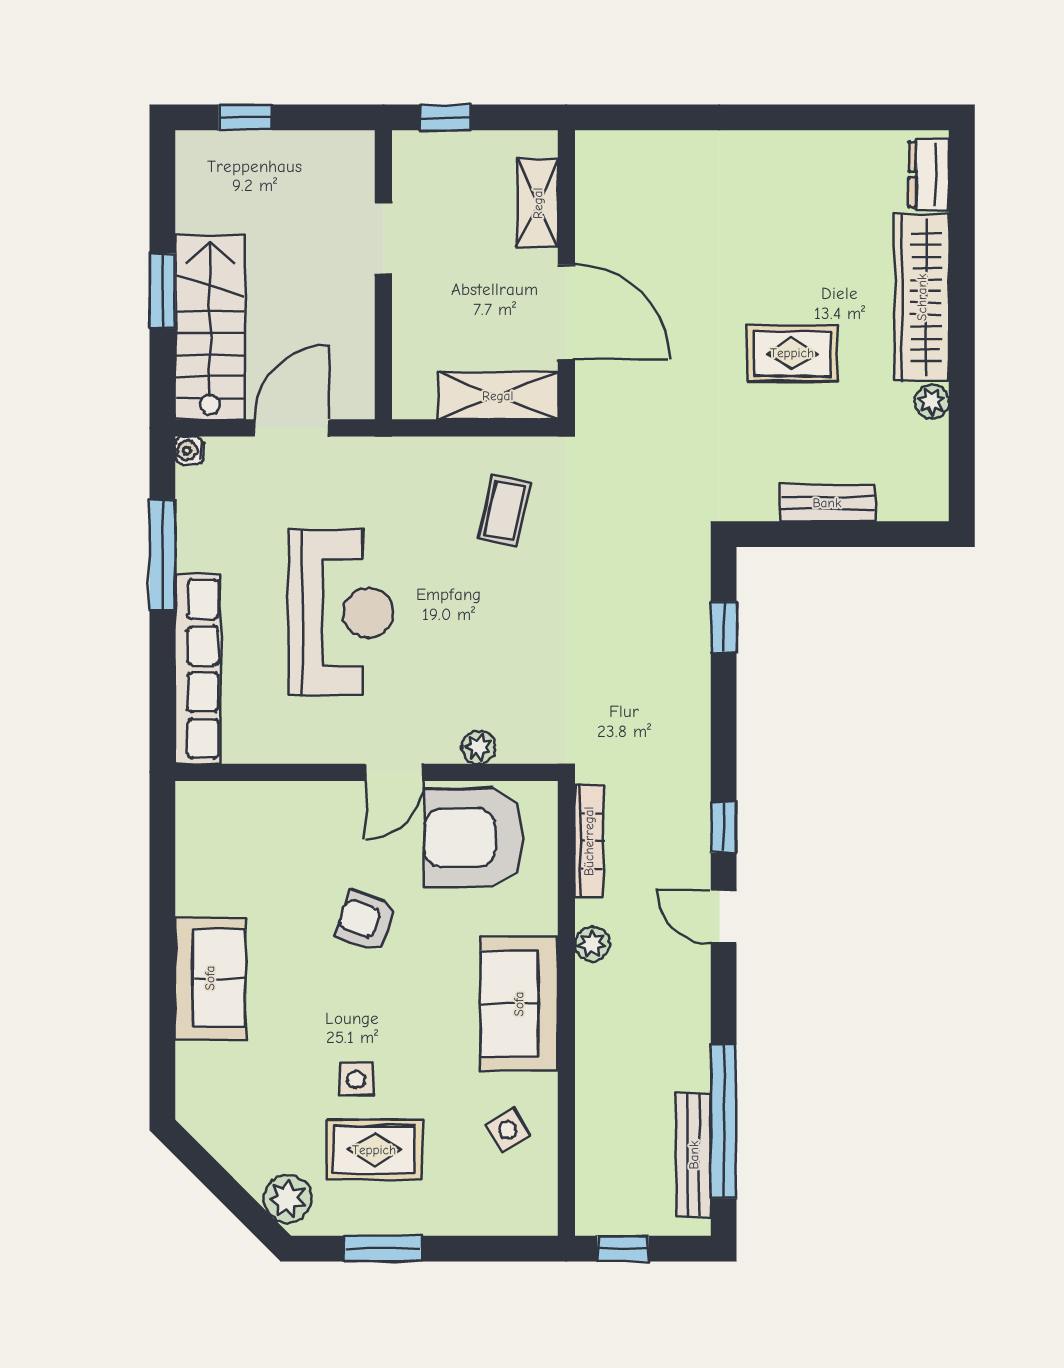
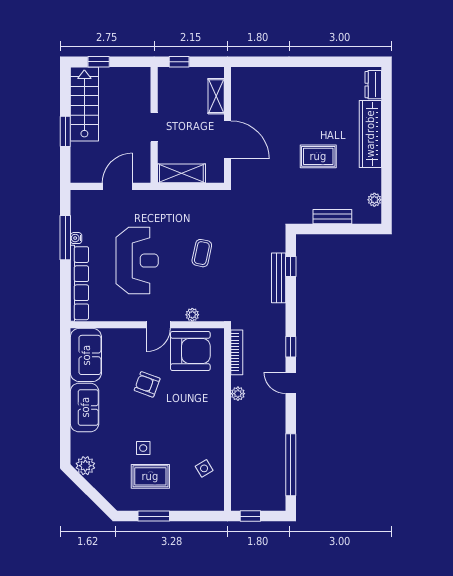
doorway: (383, 239) -> (154, 127), moved
stairs: (210, 327) -> (84, 104), moved
shelving: (498, 396) -> (181, 173), moved
plant: (932, 401) -> (374, 200), moved
water cooler: (189, 450) -> (76, 238), moved
coffee table: (504, 511) -> (202, 253), moved
armchair: (474, 838) -> (190, 351), turned 180
sofa: (519, 1004) -> (86, 355), moved, turned 180
bench: (694, 1155) -> (279, 278), moved
plant: (288, 1199) -> (85, 466), moved

